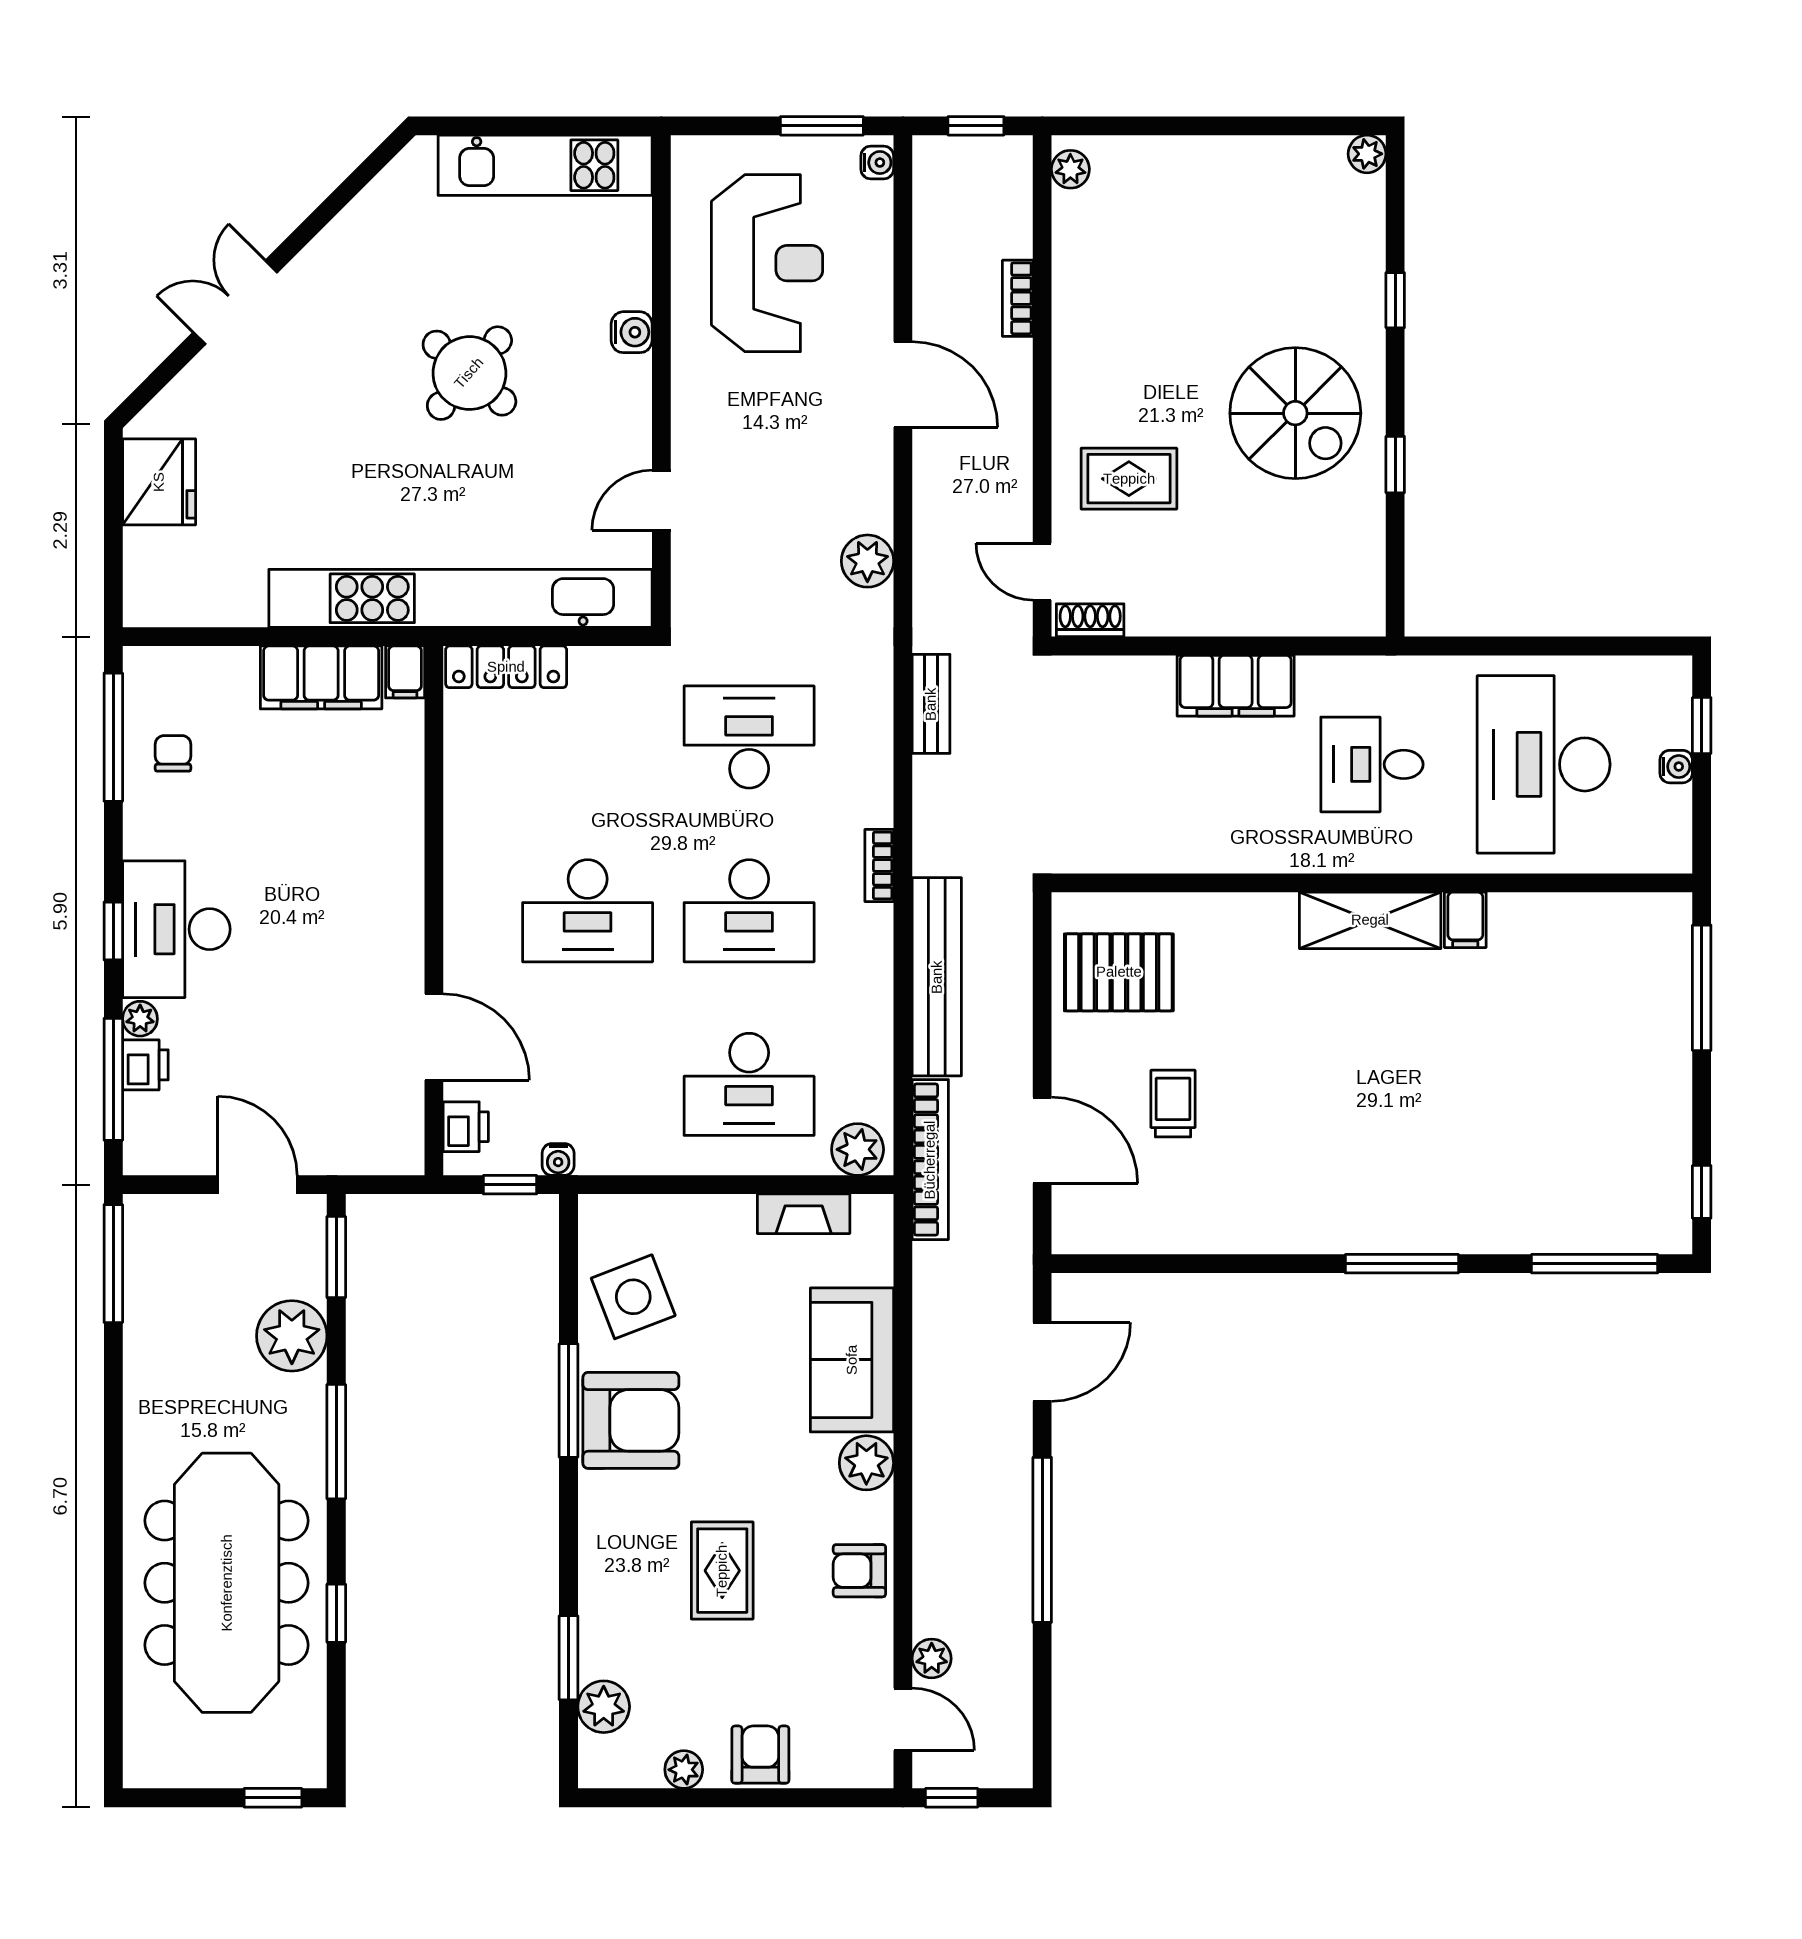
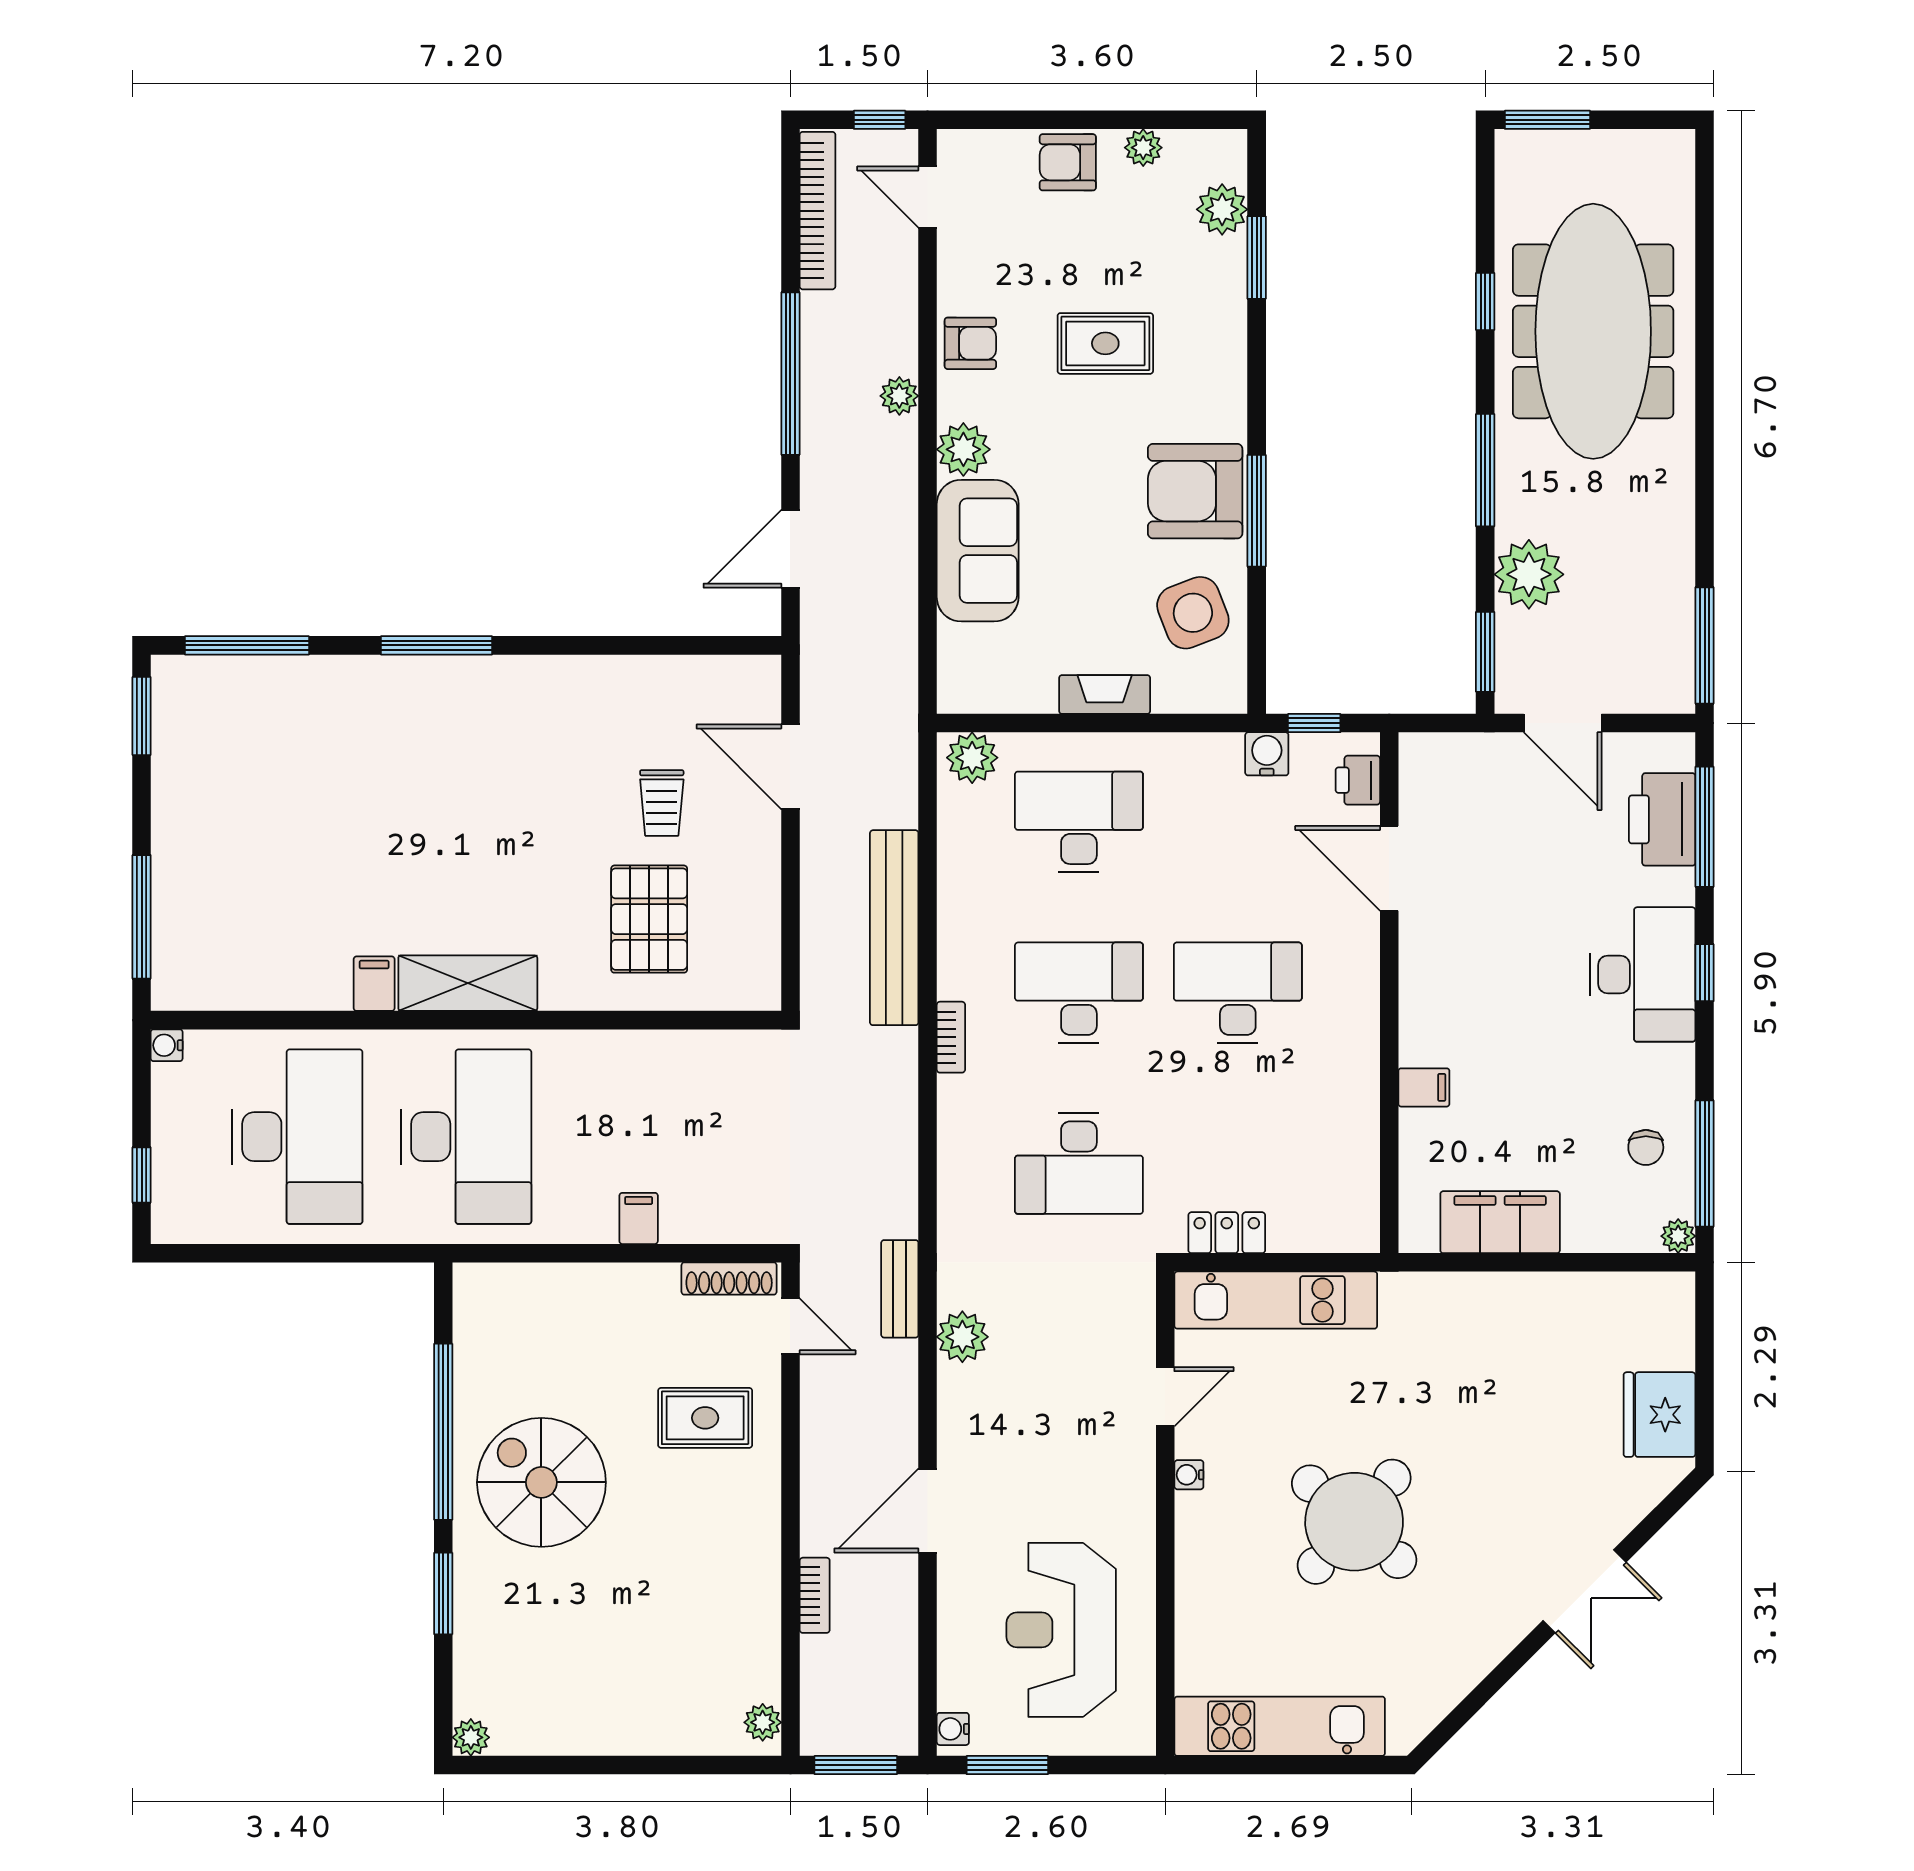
window: (976, 126) -> (856, 1765), width x1.50
window: (1395, 300) -> (443, 1593), width x1.50
water cooler: (632, 332) -> (1189, 1475), moved, width x0.72, depth x0.72
round table: (469, 373) -> (1354, 1522), width x1.36, depth x1.36
door: (903, 384) -> (928, 1511), hinge flipped
window: (1395, 465) -> (443, 1432), width x3.17
kitchen unit: (460, 598) -> (1276, 1300), width x0.54
shoe rack: (1090, 620) -> (729, 1278), width x1.43
locker: (506, 667) -> (1227, 1233), moved, width x0.66
filing cabinet: (405, 672) -> (1424, 1087), moved, turned 90
filing cabinet: (1236, 686) -> (639, 1218), width x0.33, depth x0.86
bench: (931, 704) -> (900, 1289), moved
desk: (1372, 764) -> (466, 1137), width x1.87, depth x1.30
water cooler: (1676, 767) -> (167, 1045), moved
pallet: (1119, 972) -> (649, 919), moved, turned 90
plant: (140, 1019) -> (1678, 1236), moved
printer: (145, 1065) -> (1662, 819), width x1.87, depth x1.48
water cooler: (558, 1160) -> (1267, 754), width x1.38, depth x1.38
bookcase: (930, 1160) -> (817, 211), moved, turned 180
window: (1702, 1192) -> (142, 716), width x1.50
fireplace: (804, 1214) -> (1105, 694), moved
rug: (722, 1571) -> (1105, 343), turned 90
plant: (932, 1658) -> (899, 396), moved
armchair: (760, 1755) -> (1068, 162), turned 90
window: (273, 1798) -> (1547, 120), width x1.50

